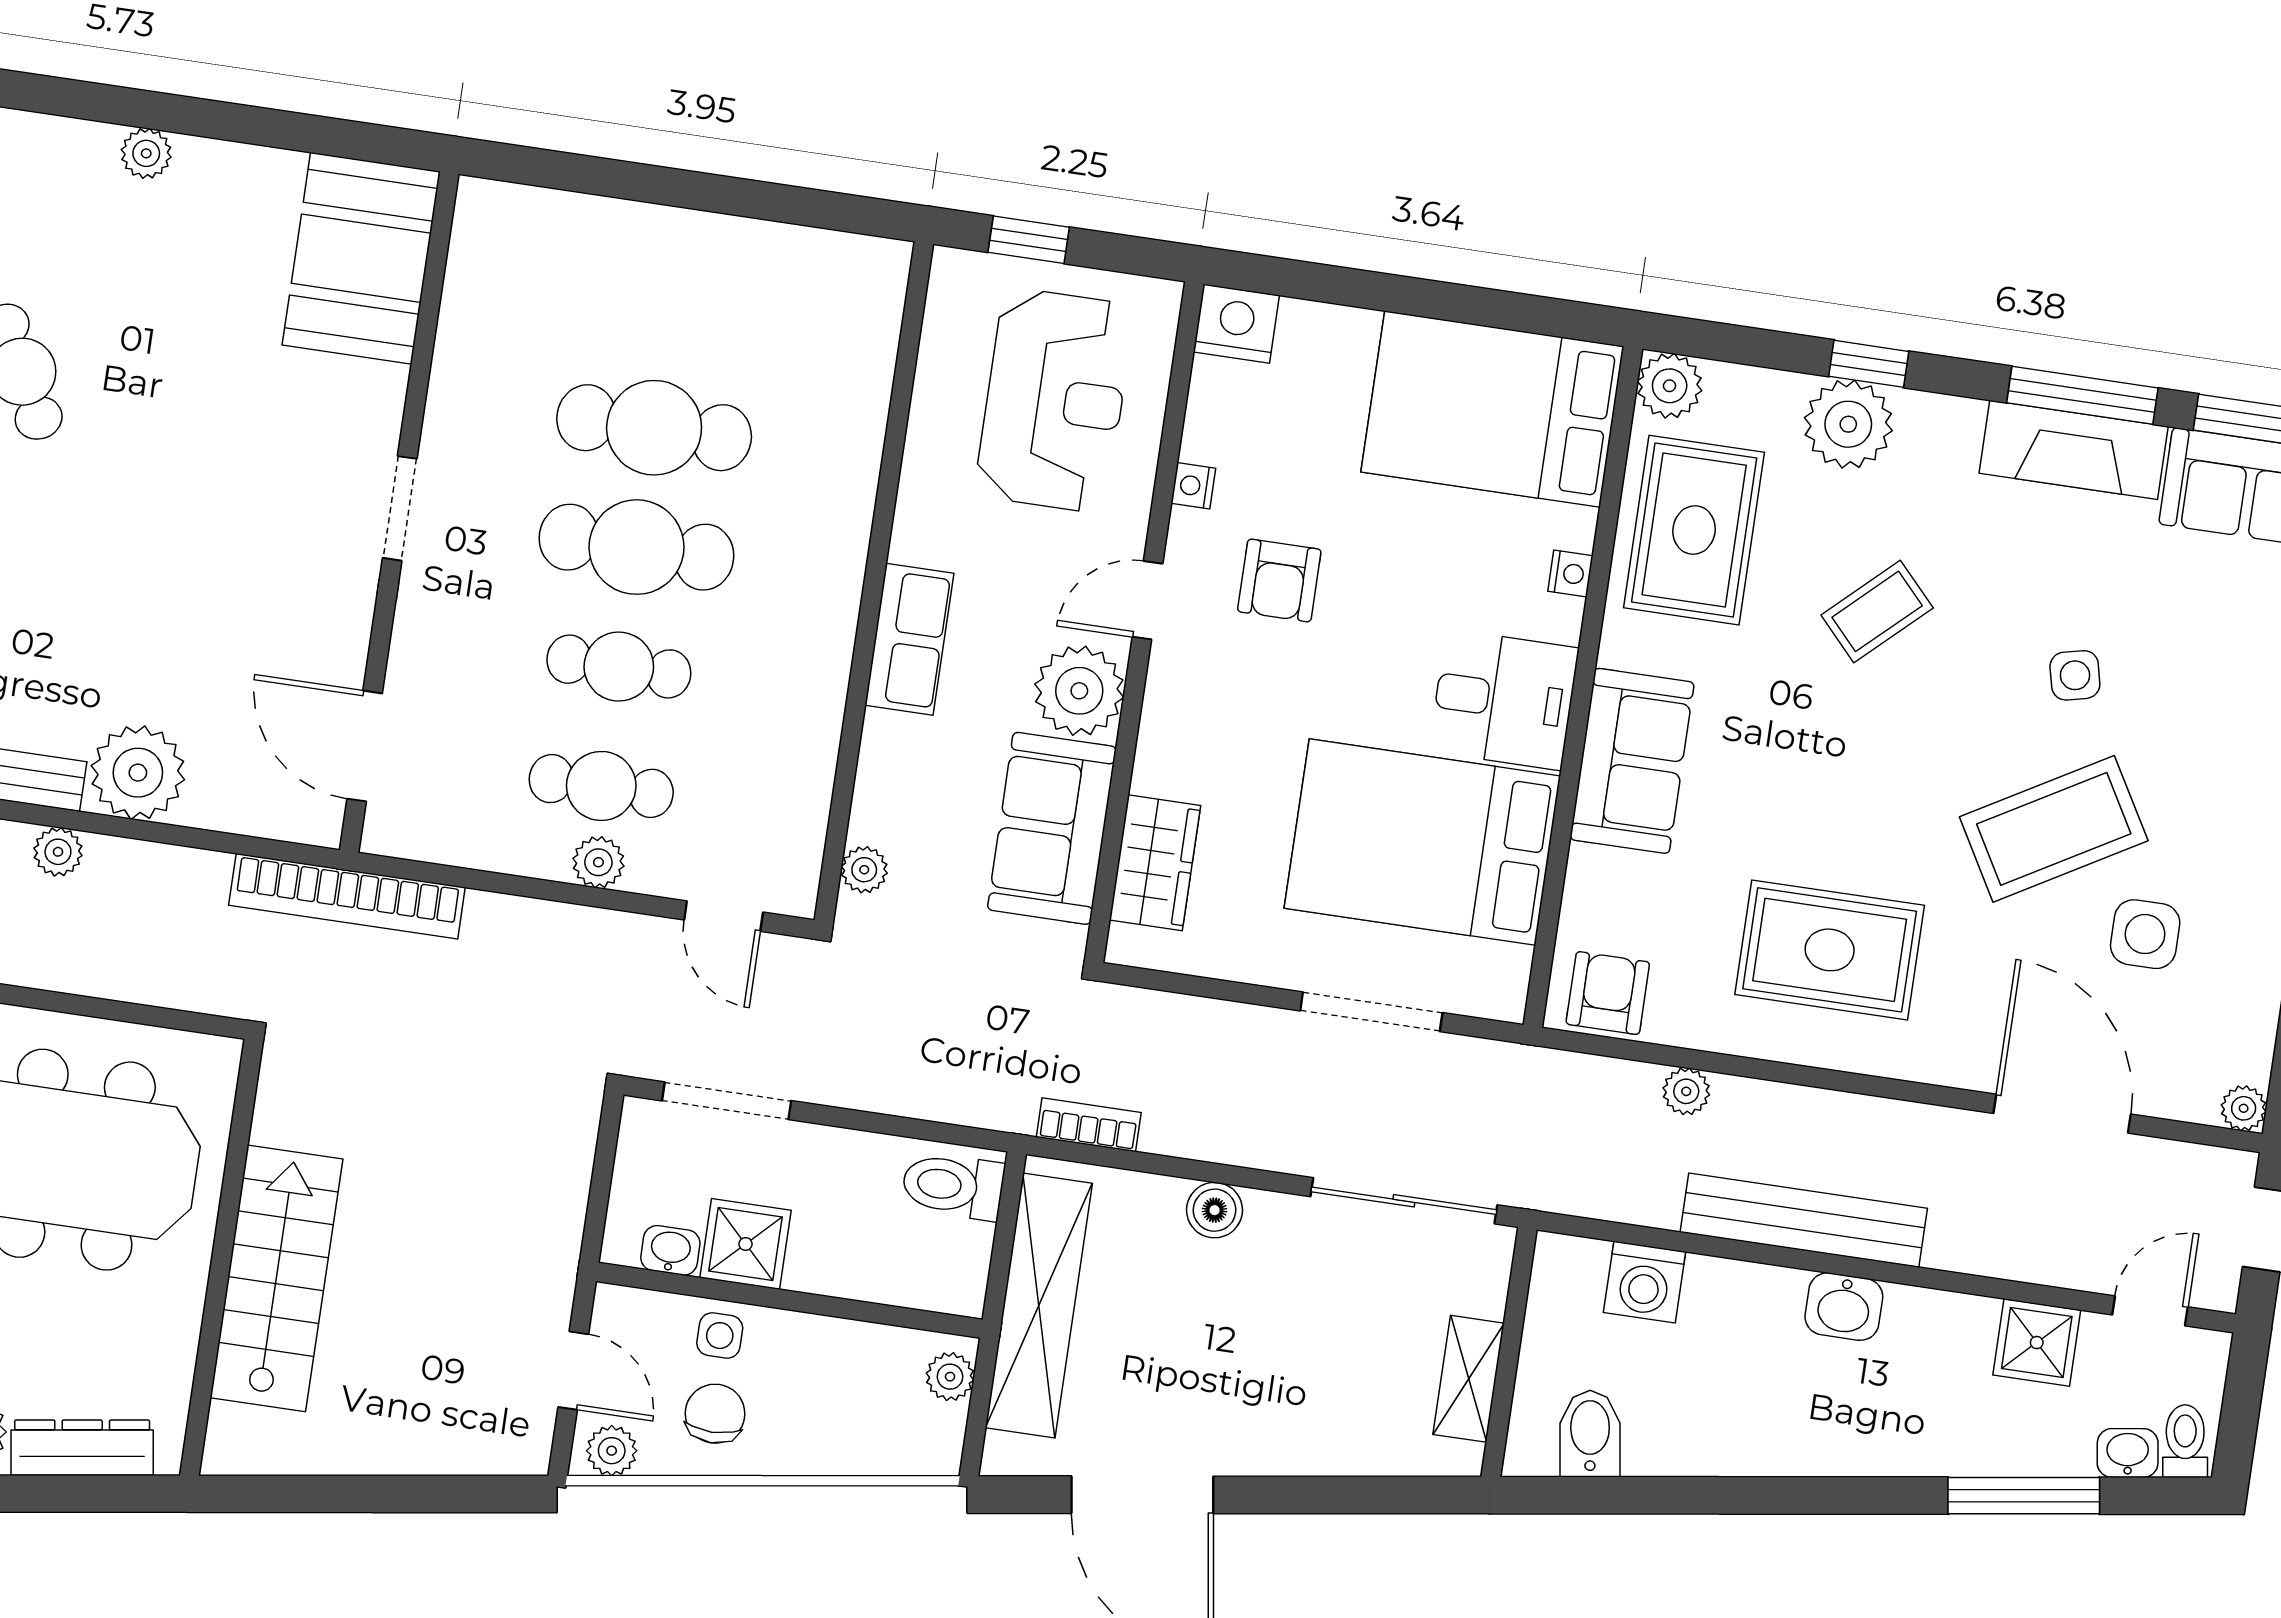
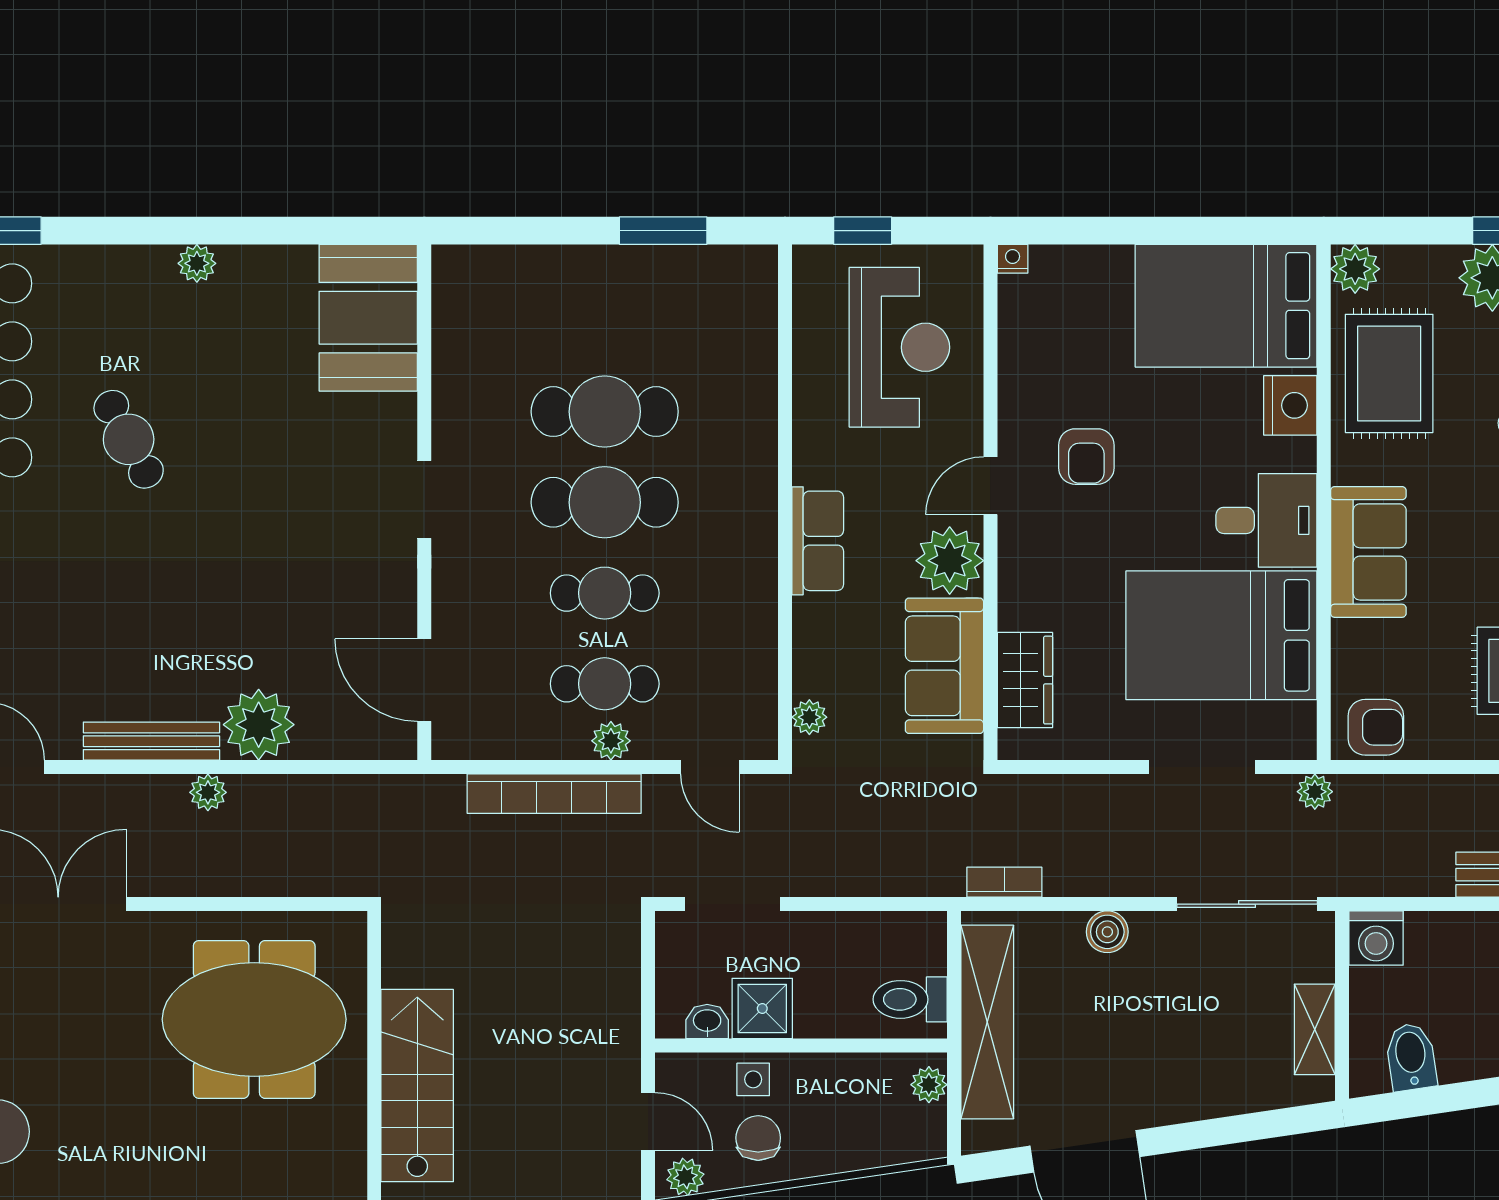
window: (766, 201) -> (663, 231), added
nightstand: (1236, 324) -> (1013, 259), width x0.53, depth x0.56
nightstand: (1193, 486) -> (1012, 396), removed
nightstand: (1570, 573) -> (1290, 405), width x1.89, depth x1.79
bookcase: (347, 896) -> (554, 794), moved
armchair: (1608, 993) -> (1376, 727), turned 90
plant: (1686, 1091) -> (1315, 792), moved
toilet: (953, 1186) -> (910, 999), moved
washing machine: (1645, 1282) -> (1376, 938), moved

